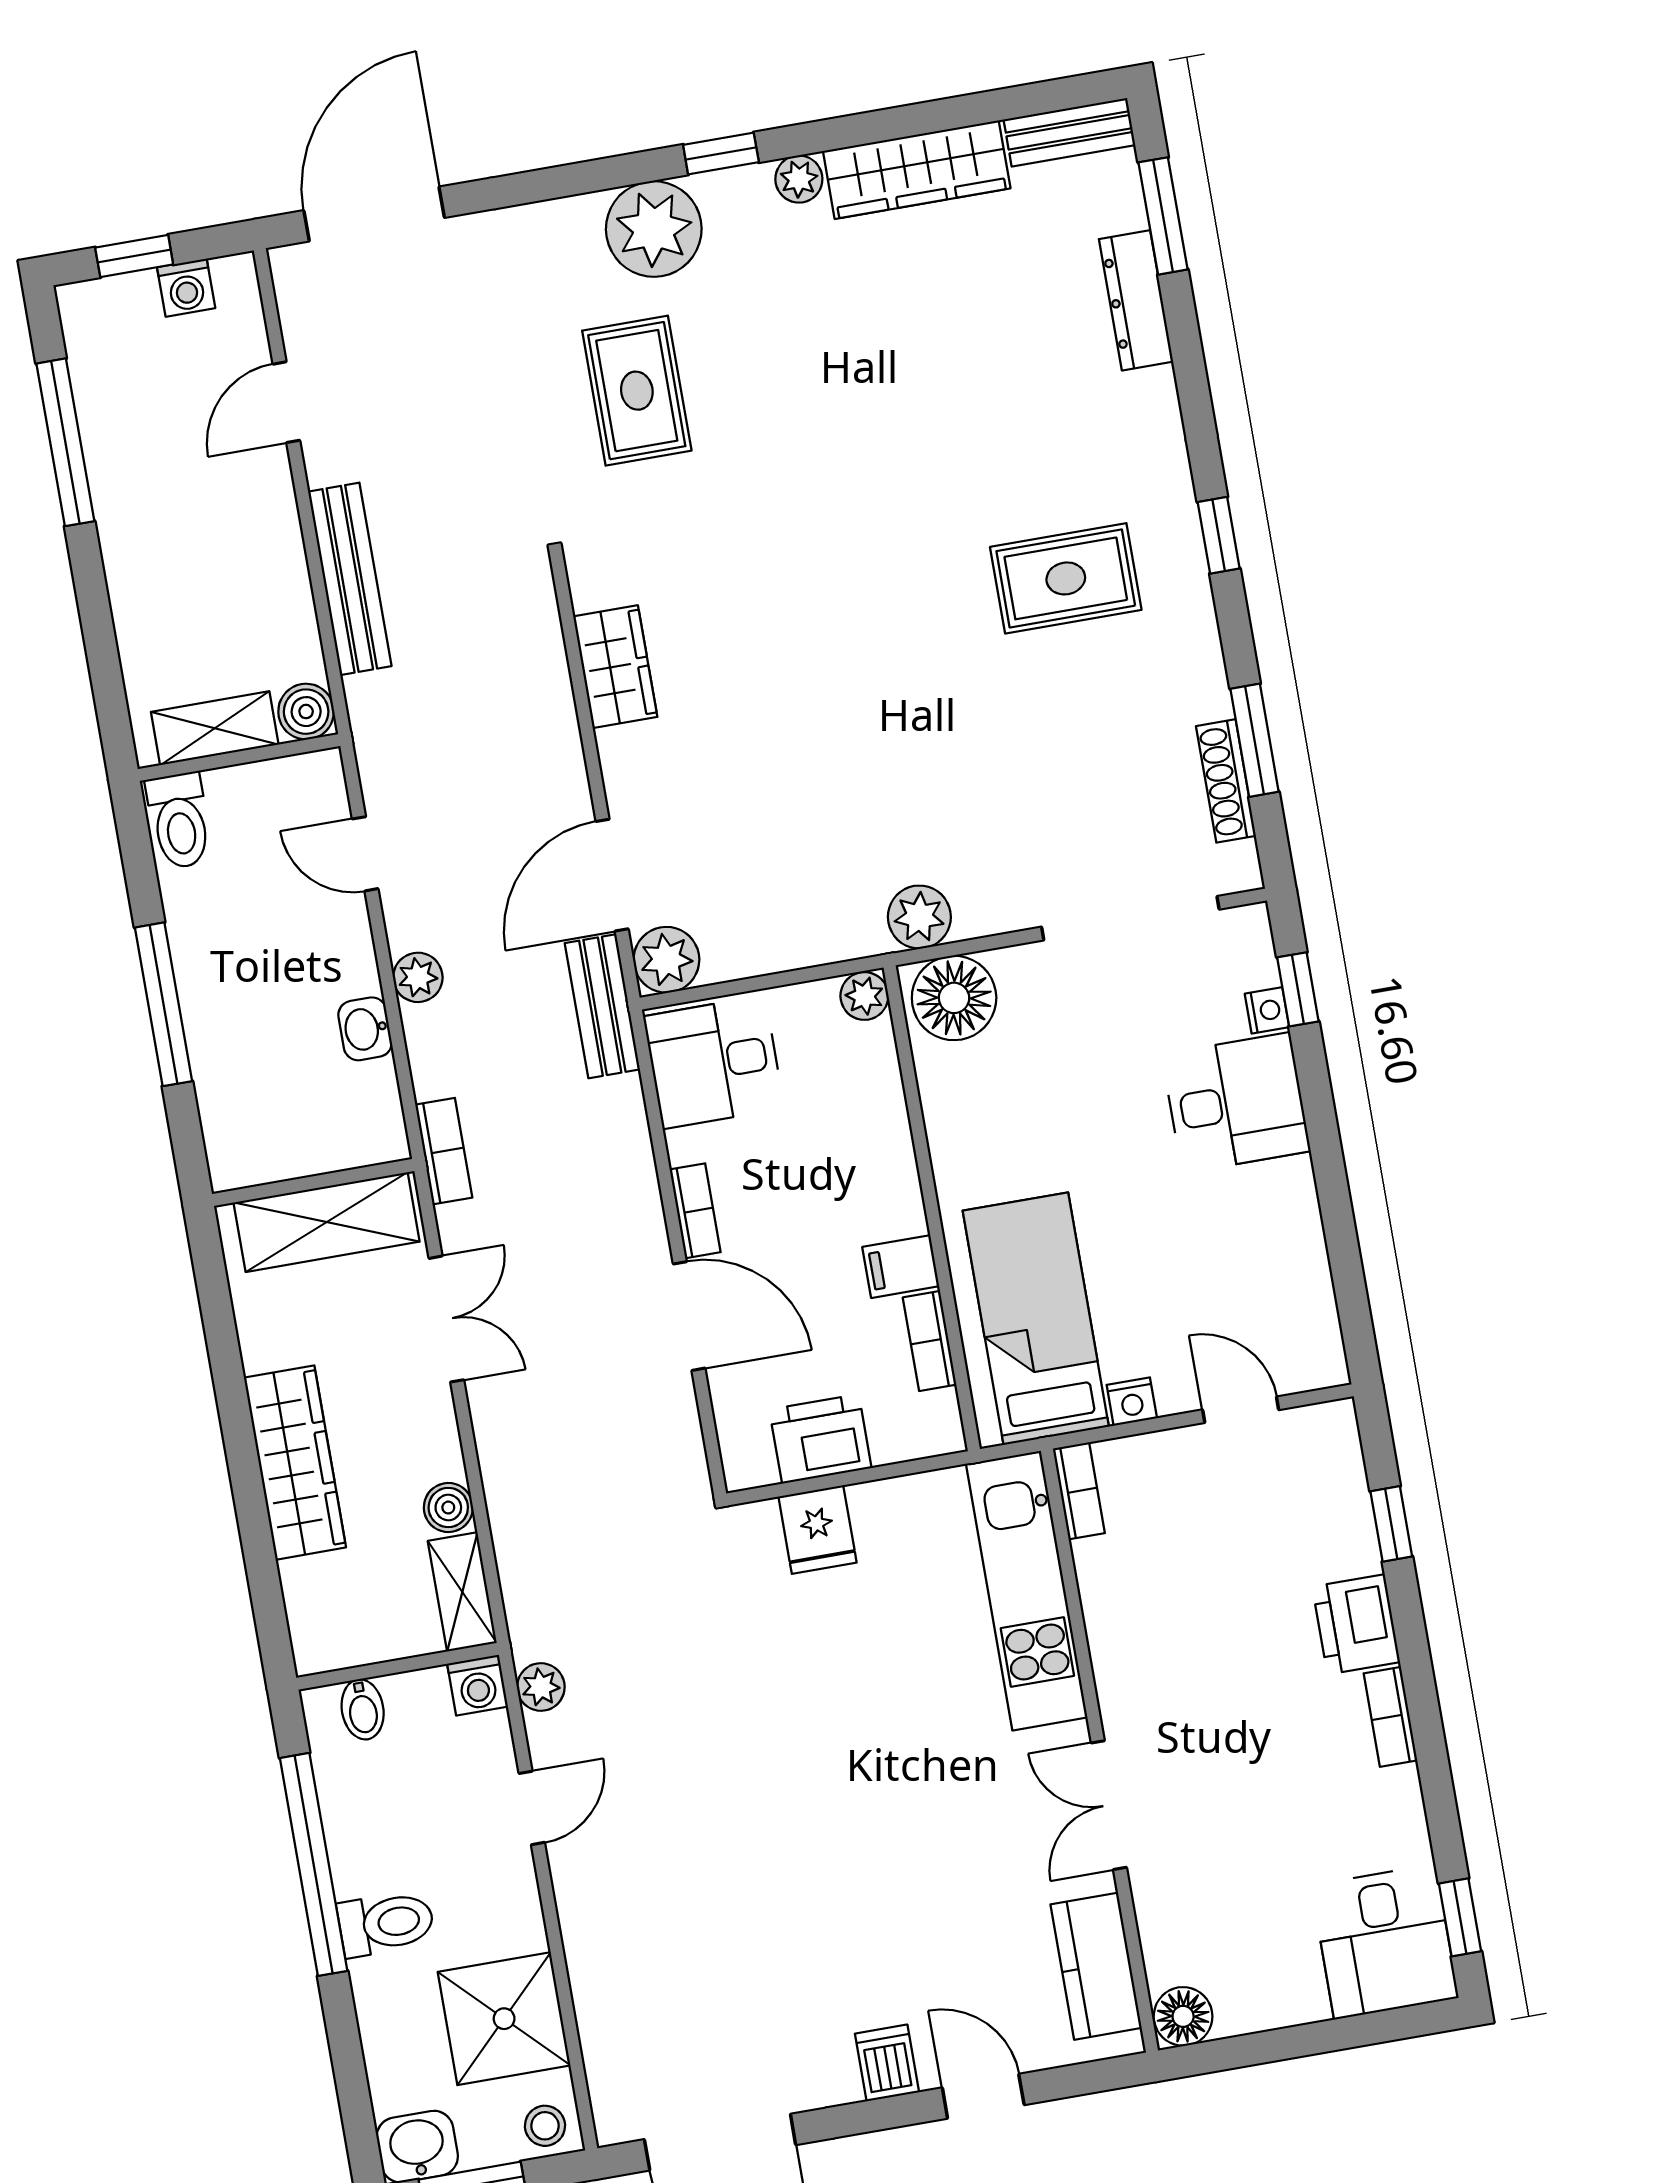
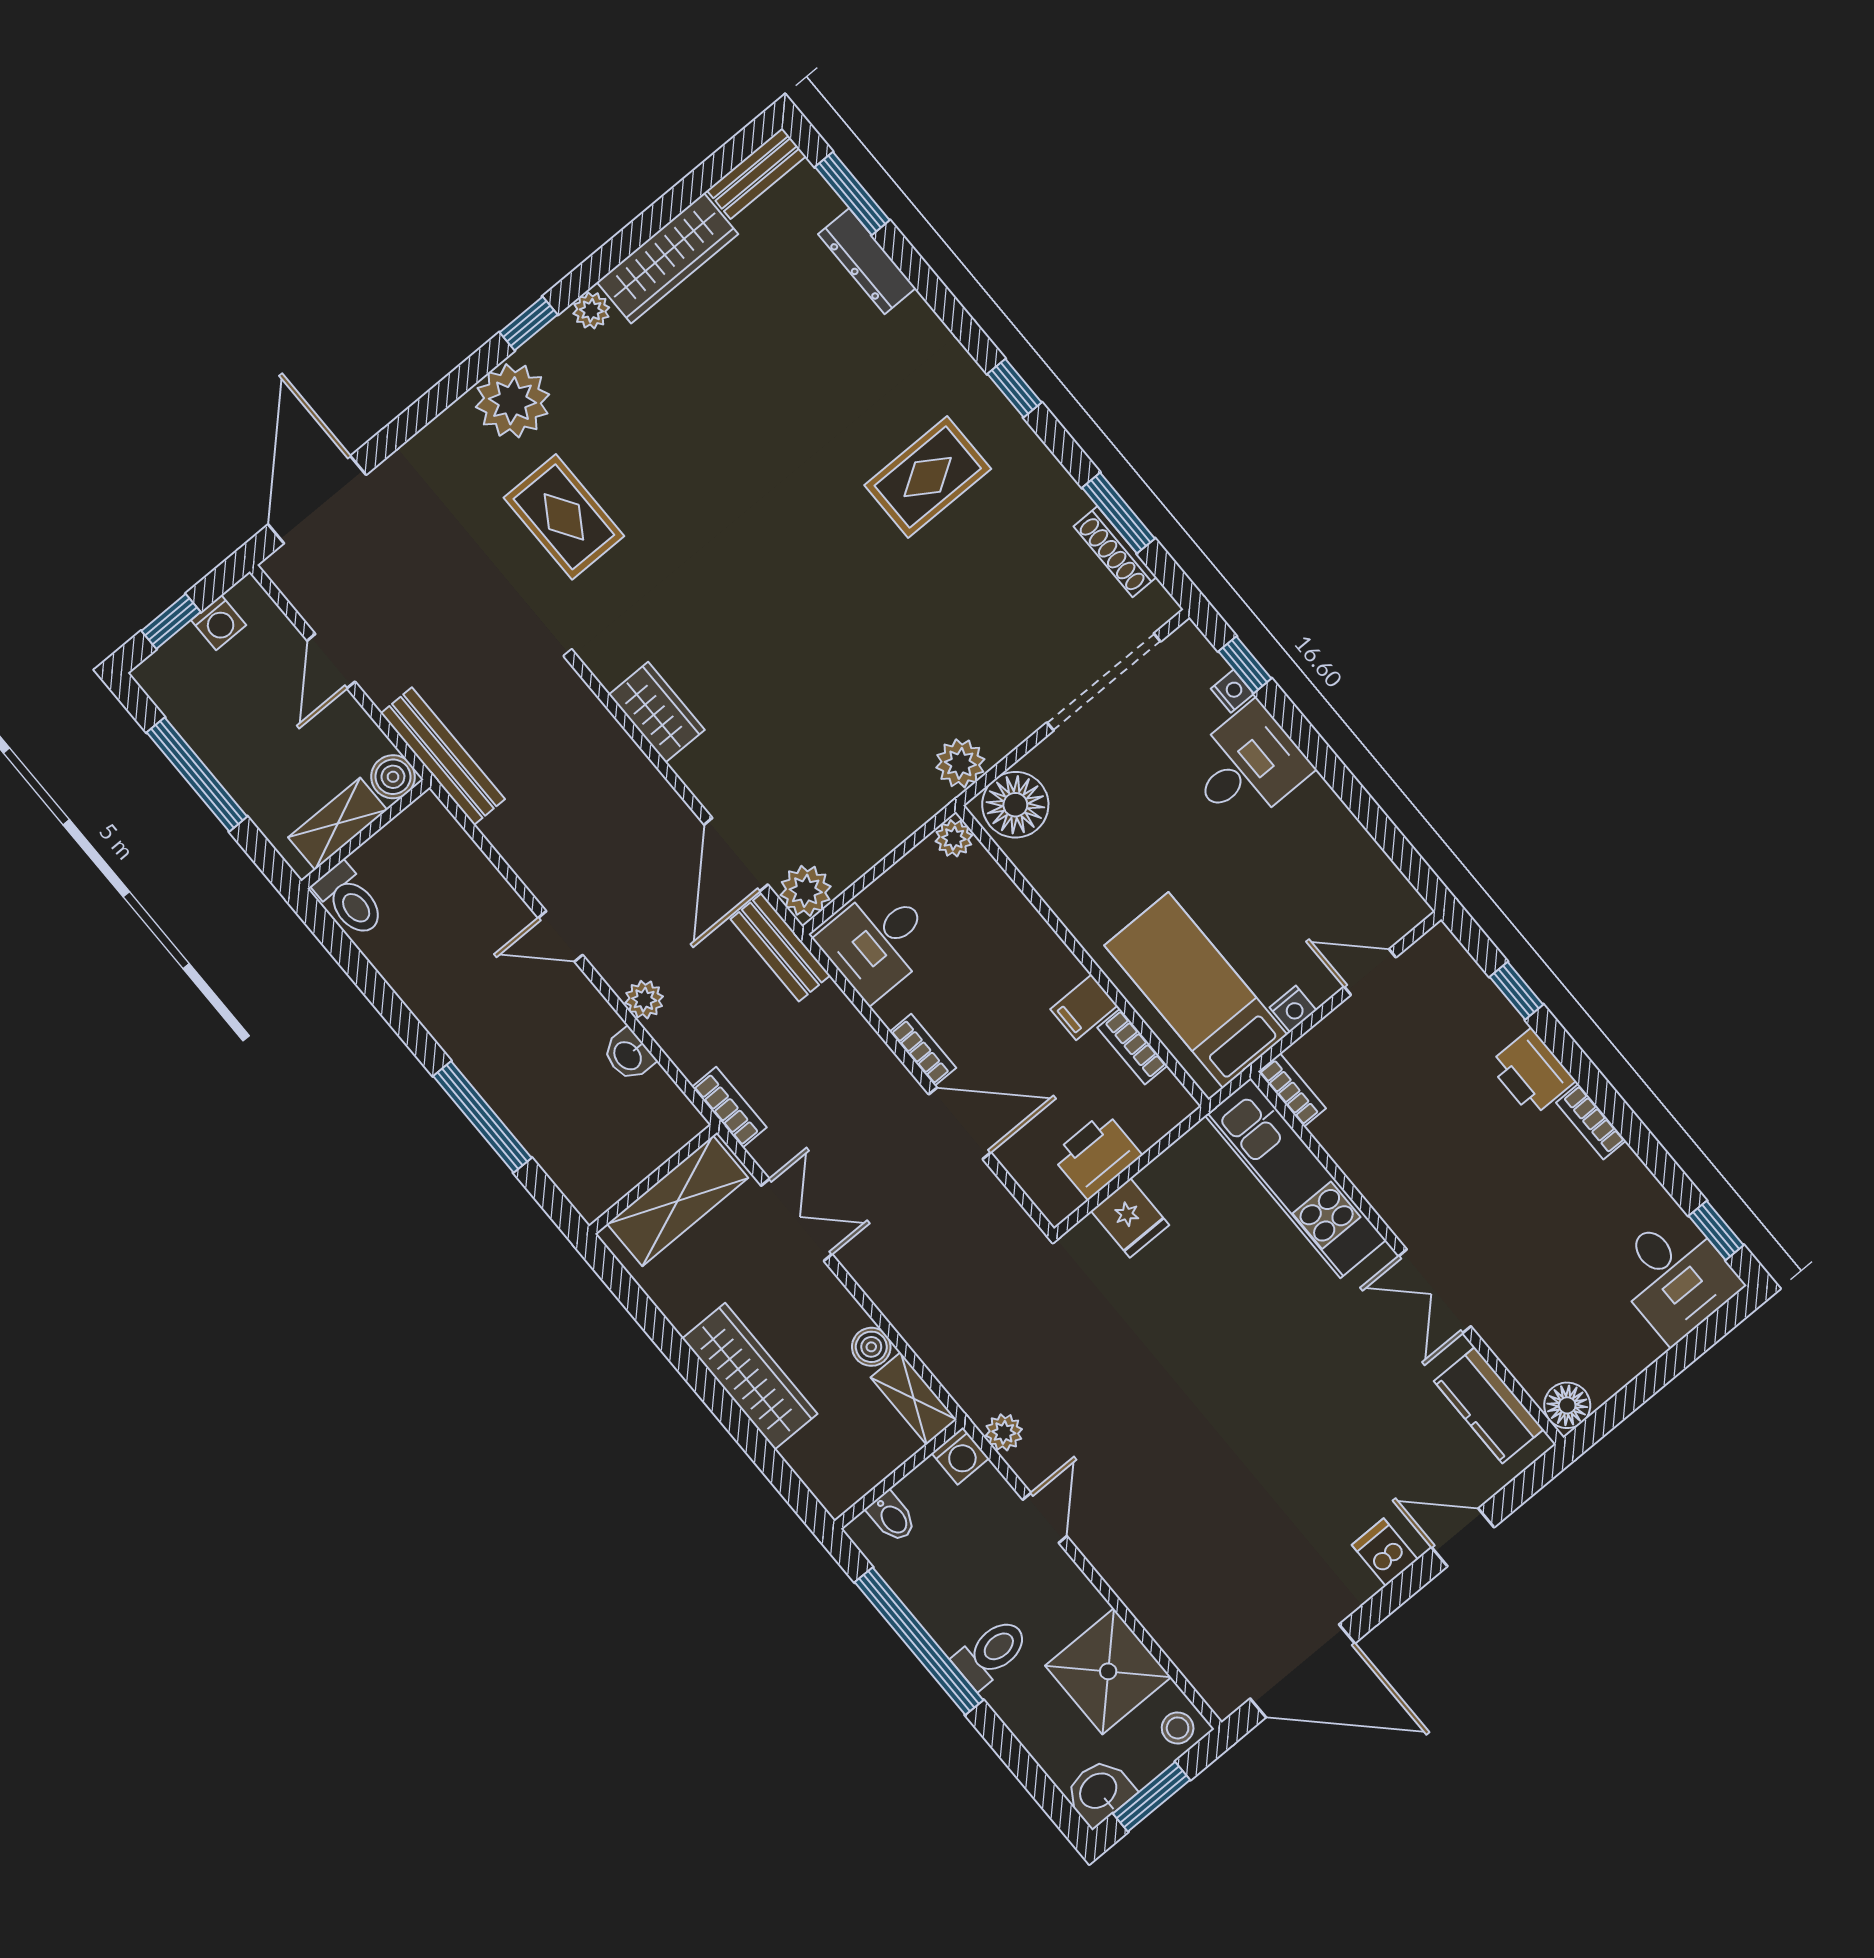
boiler: (306, 712) -> (393, 777), moved
shelving: (215, 728) -> (338, 824), moved
wall: (239, 758) -> (365, 834), moved
toilet: (179, 821) -> (350, 900), moved

